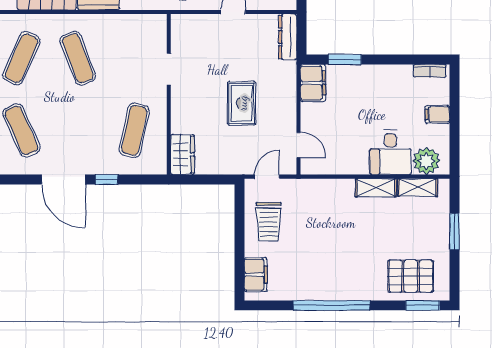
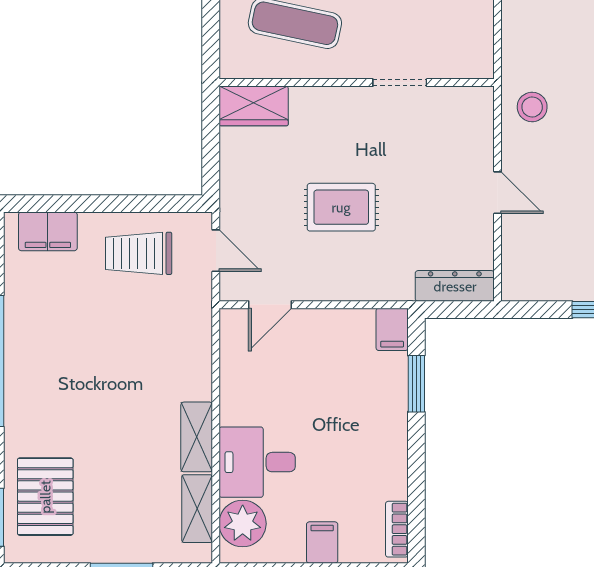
filing cabinet: (313, 83) -> (392, 329), width x0.50

